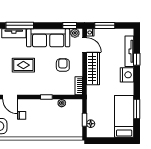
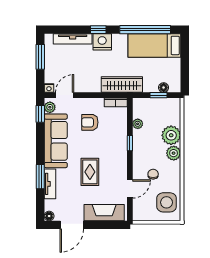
window: (20, 25) -> (40, 177), width x0.69
window: (105, 25) -> (40, 57), moved
window: (137, 59) -> (98, 30), moved
wardrobe: (93, 69) -> (122, 84), moved
window: (137, 109) -> (145, 30), width x2.11
plant: (53, 130) -> (171, 135), added
plant: (38, 132) -> (174, 153), added

